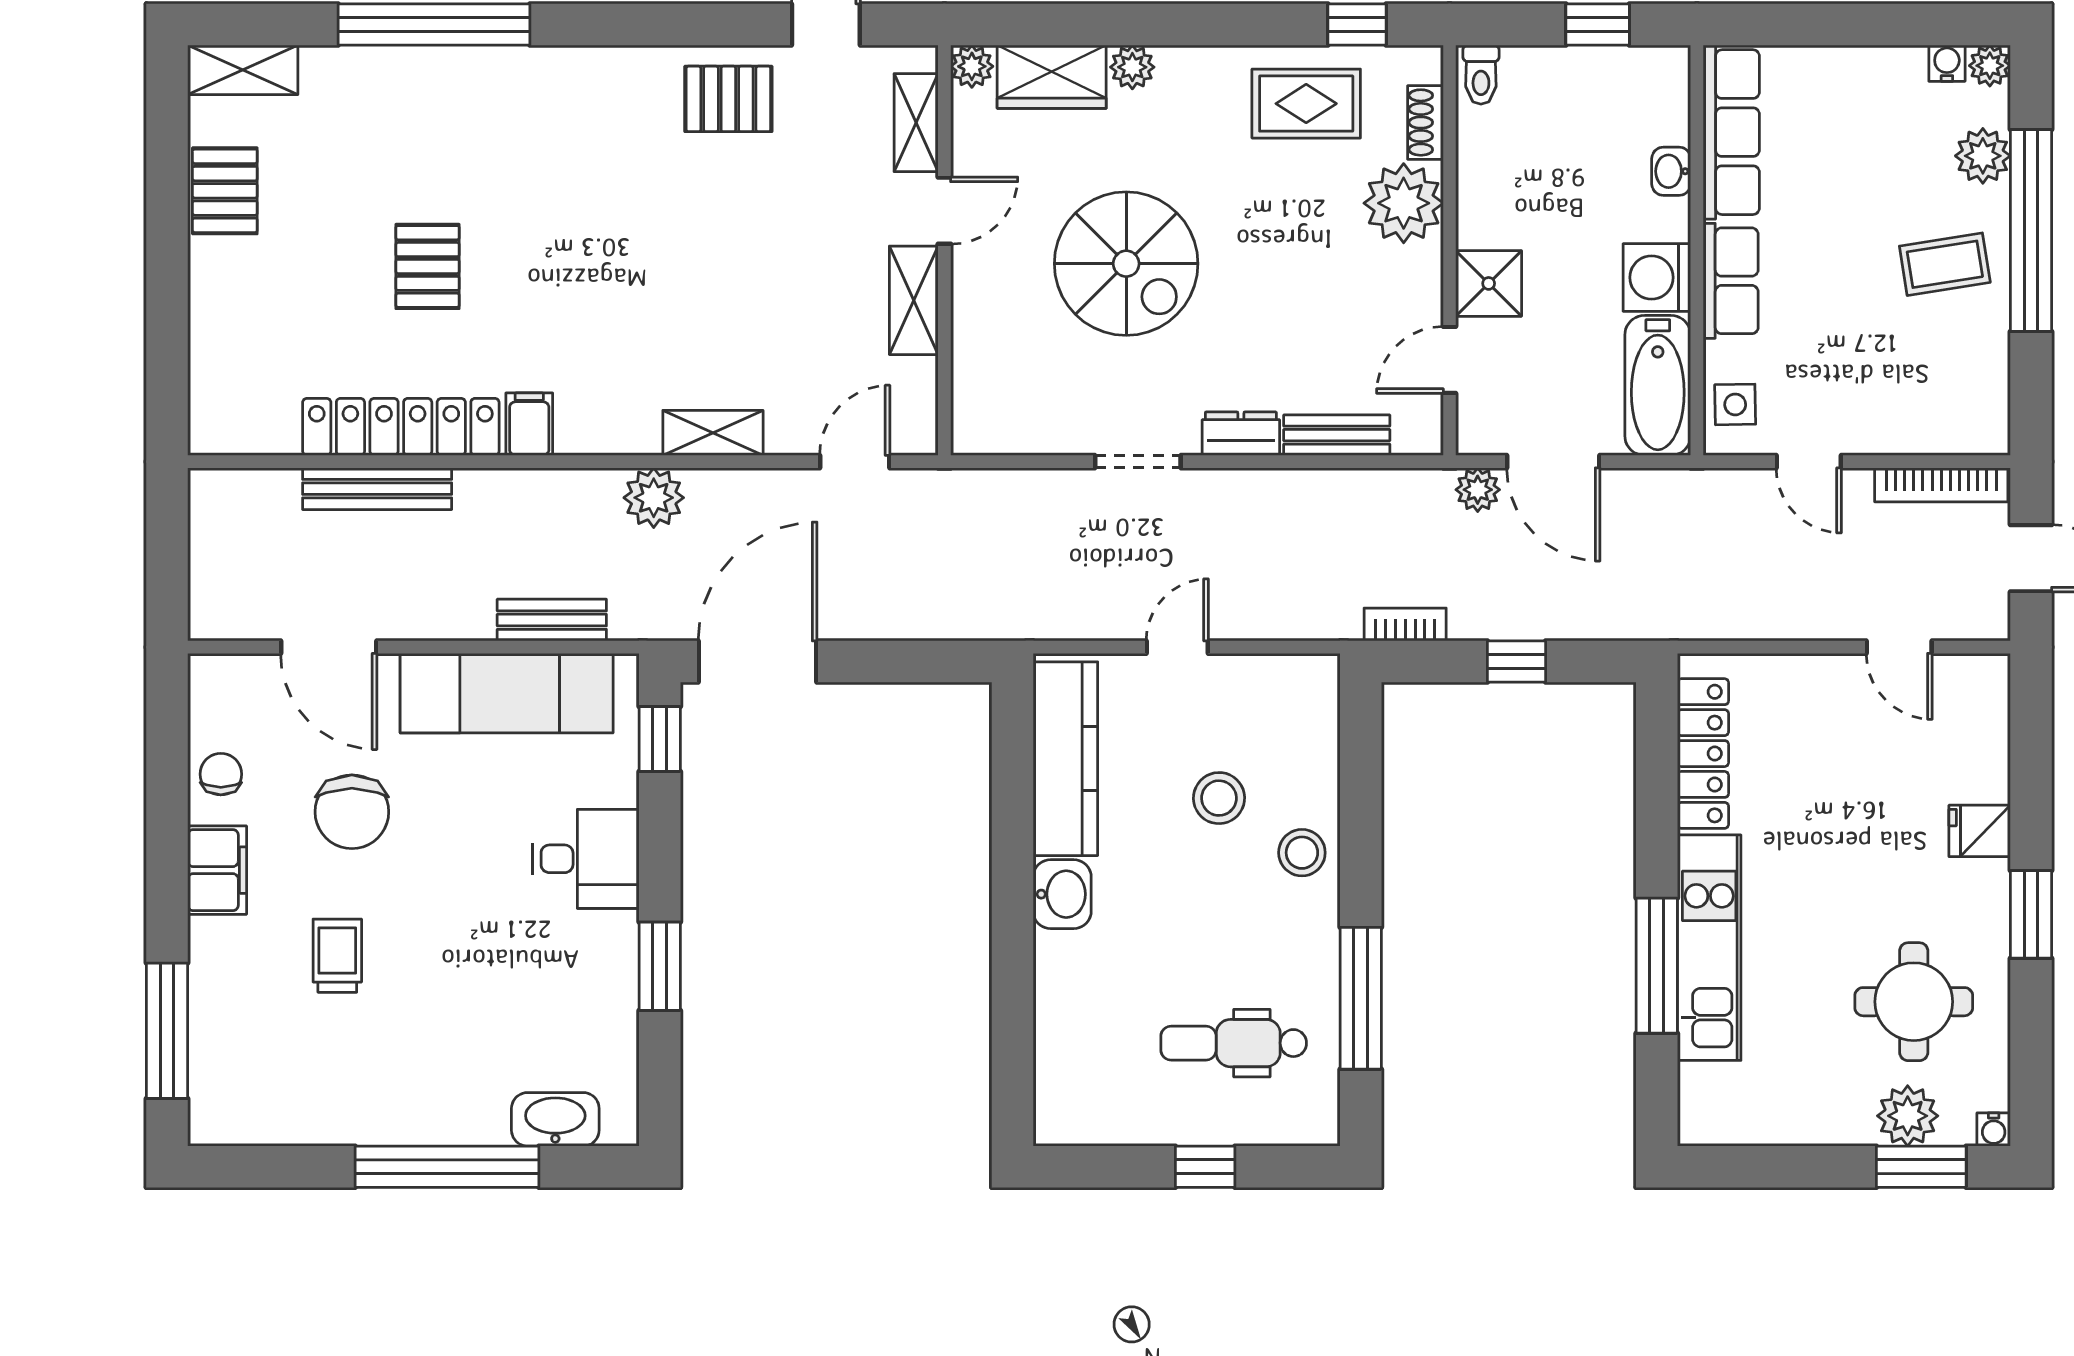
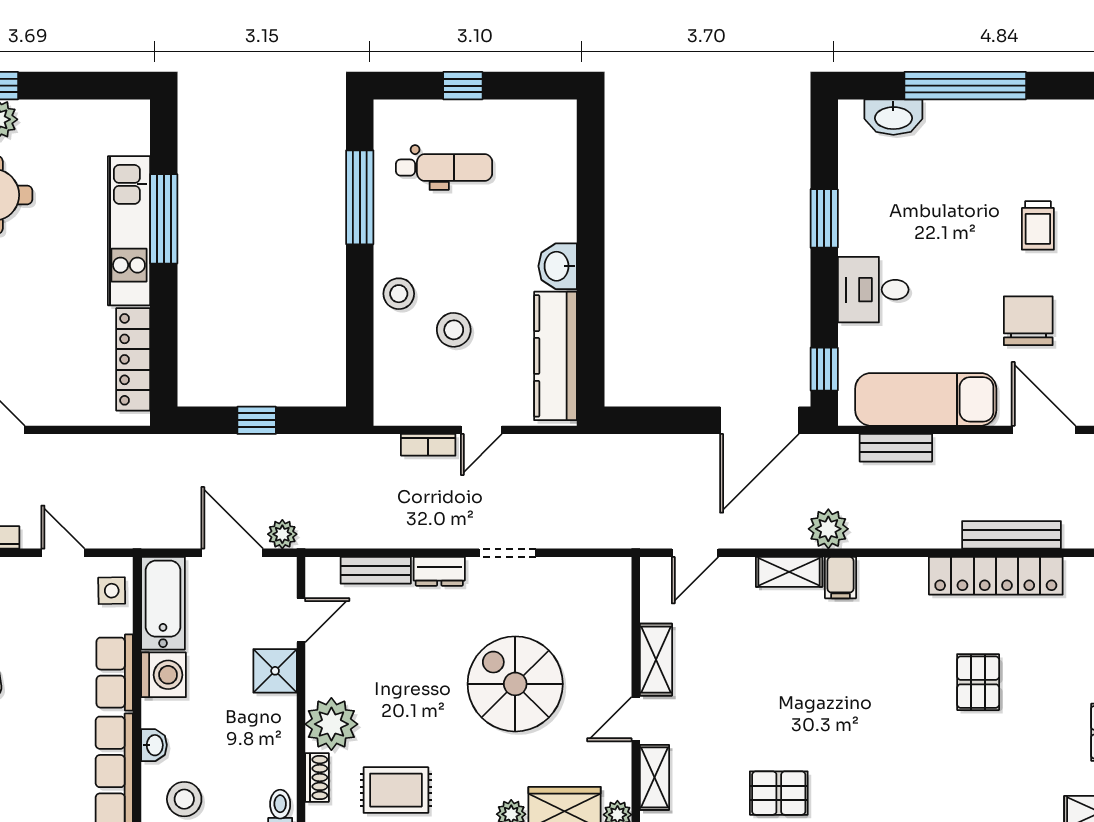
stool: (1626, 90) -> (184, 799), added
filing cabinet: (529, 424) -> (841, 578), moved
bookcase: (1405, 625) -> (428, 445), moved

